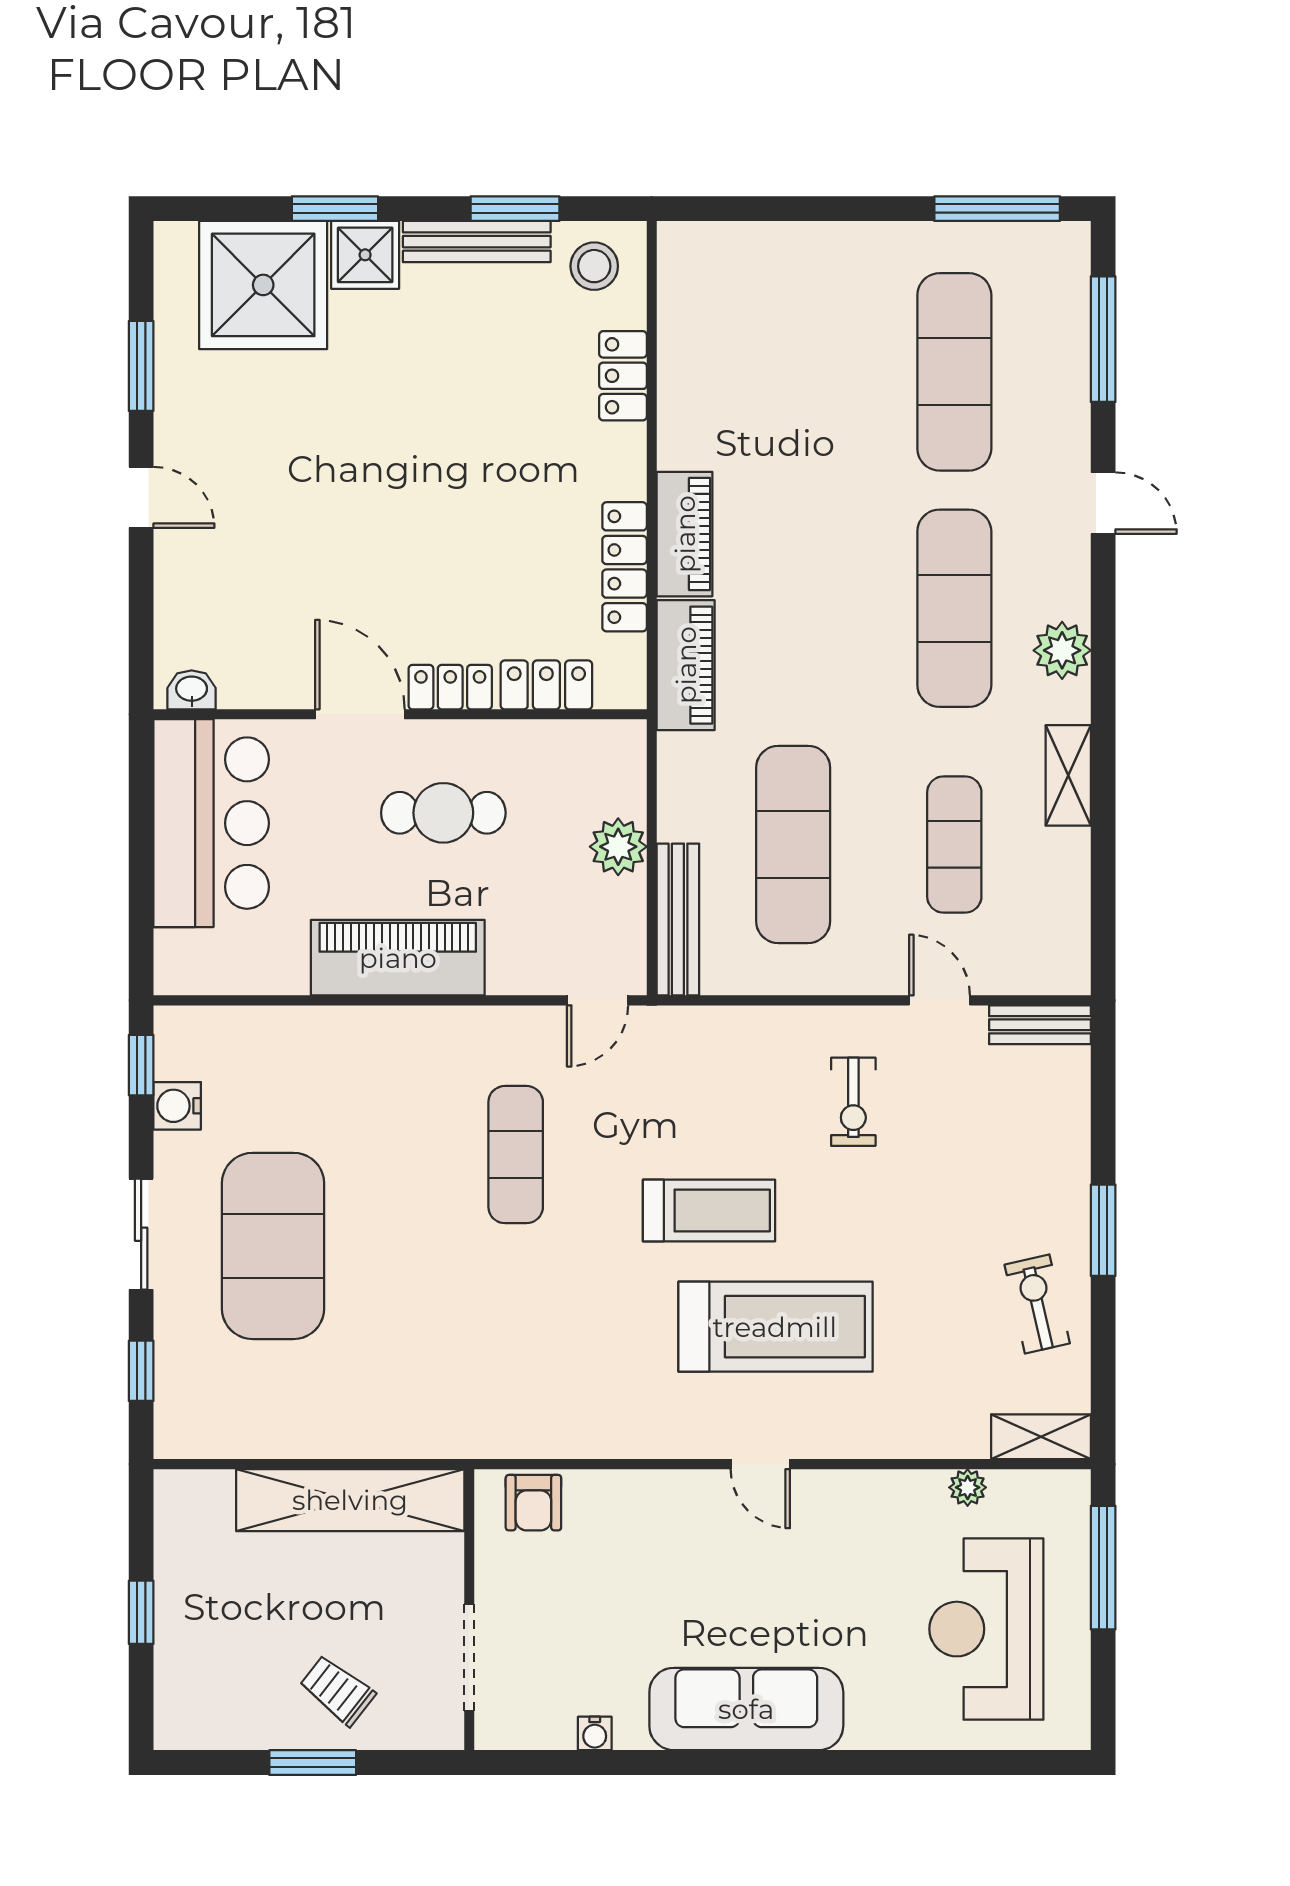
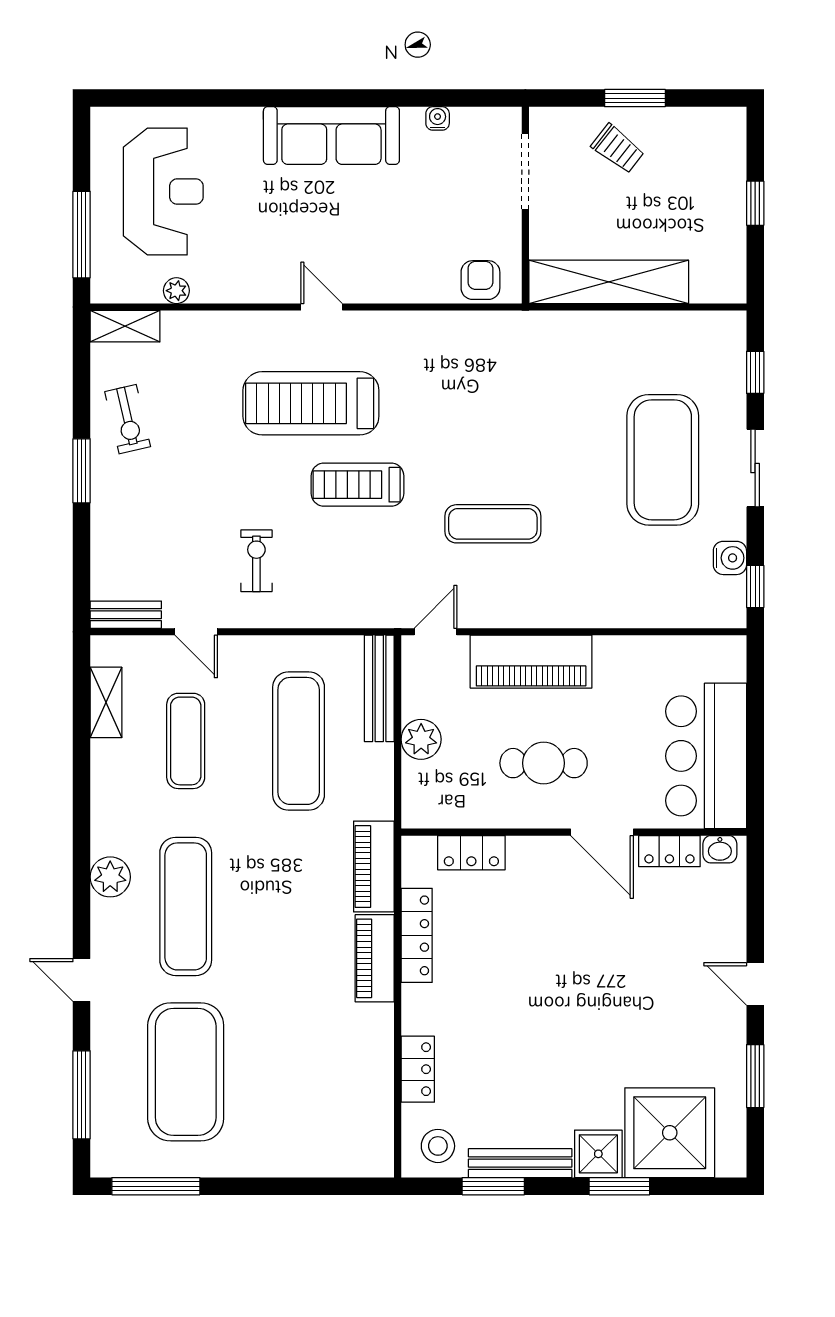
exercise mat: (954, 372) -> (186, 1072), width x1.47
locker: (450, 687) -> (669, 851), moved
shelving: (1068, 775) -> (106, 702), moved
piano: (398, 958) -> (531, 662), moved
exercise mat: (516, 1155) -> (493, 524), turned 90

